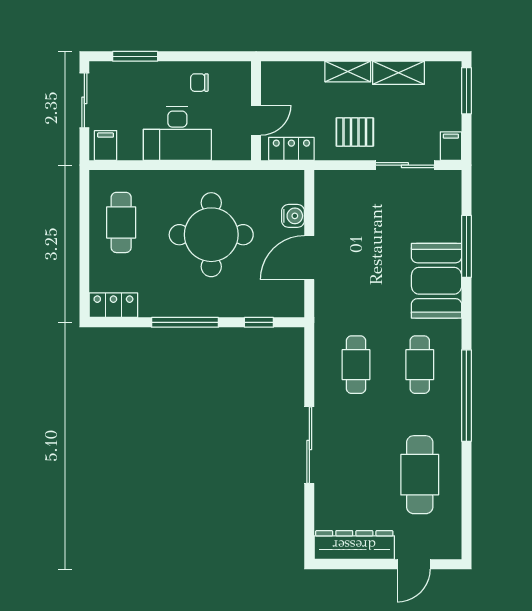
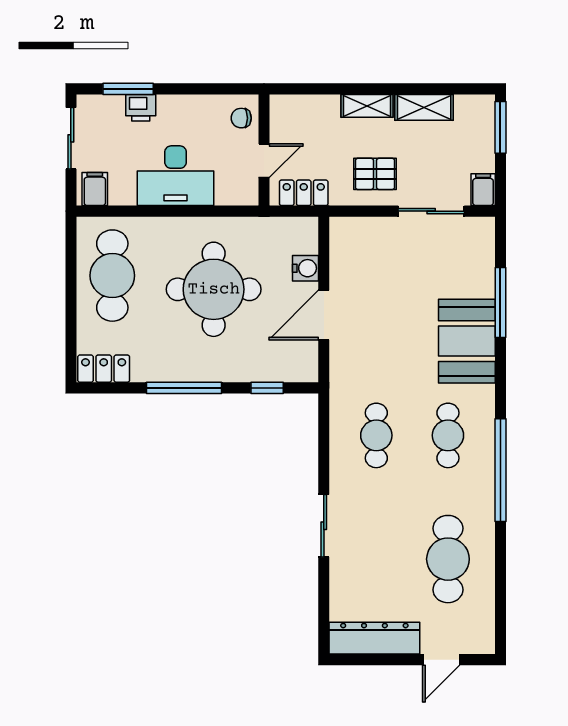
printer: (146, 73) -> (141, 108), added
chair: (199, 83) -> (241, 118), moved
cafe table: (121, 222) -> (112, 276), width x1.37, depth x1.35
sliding door: (309, 445) -> (324, 526), width x0.73

